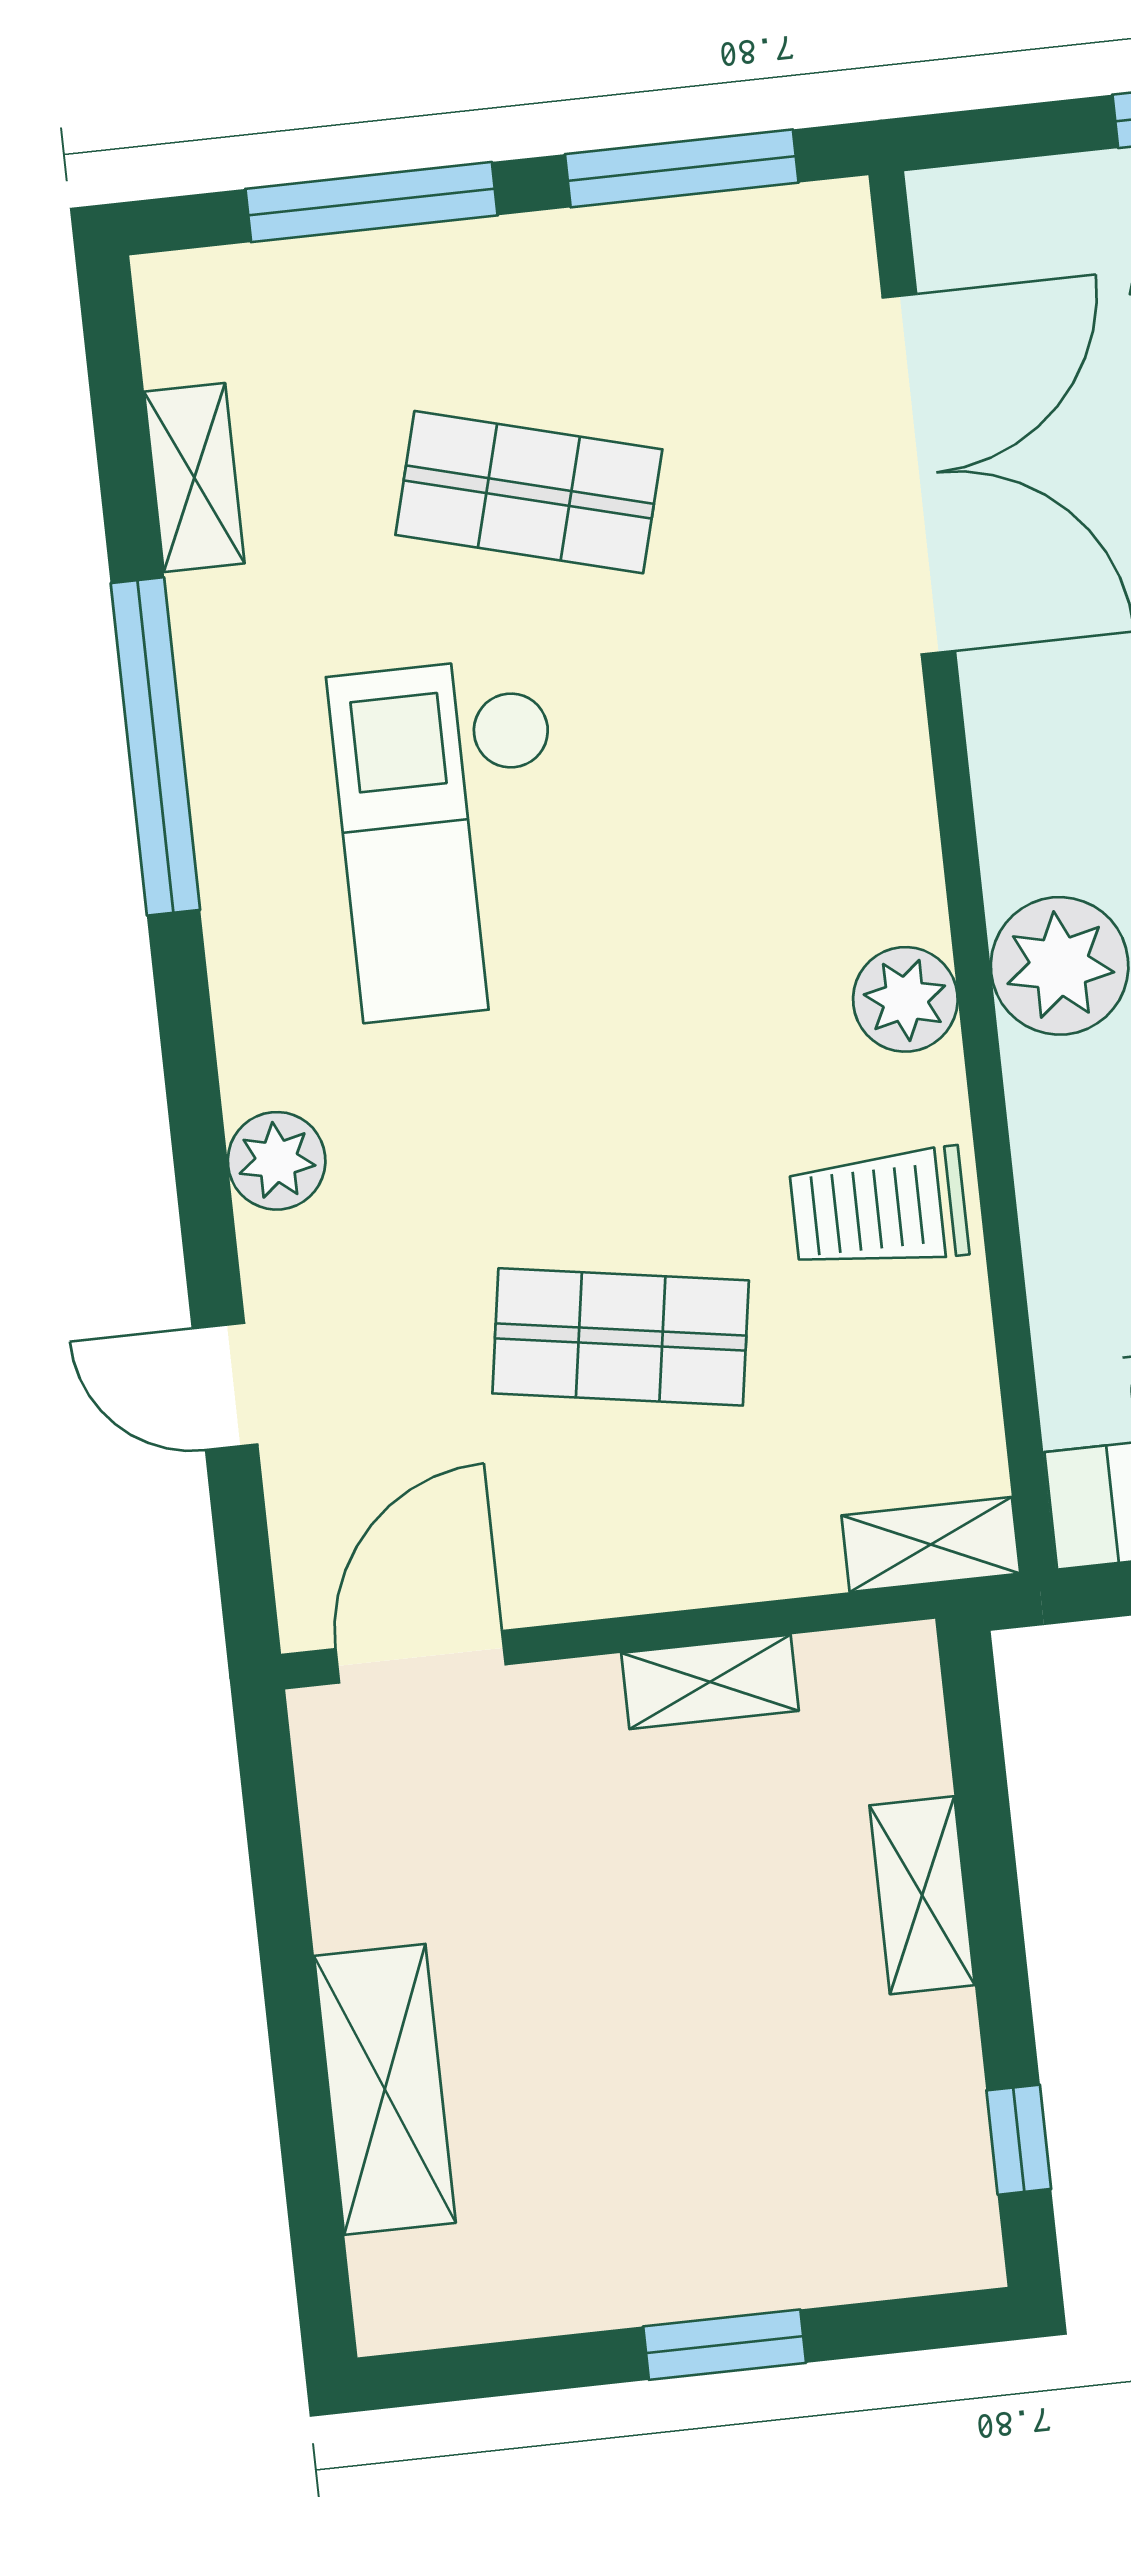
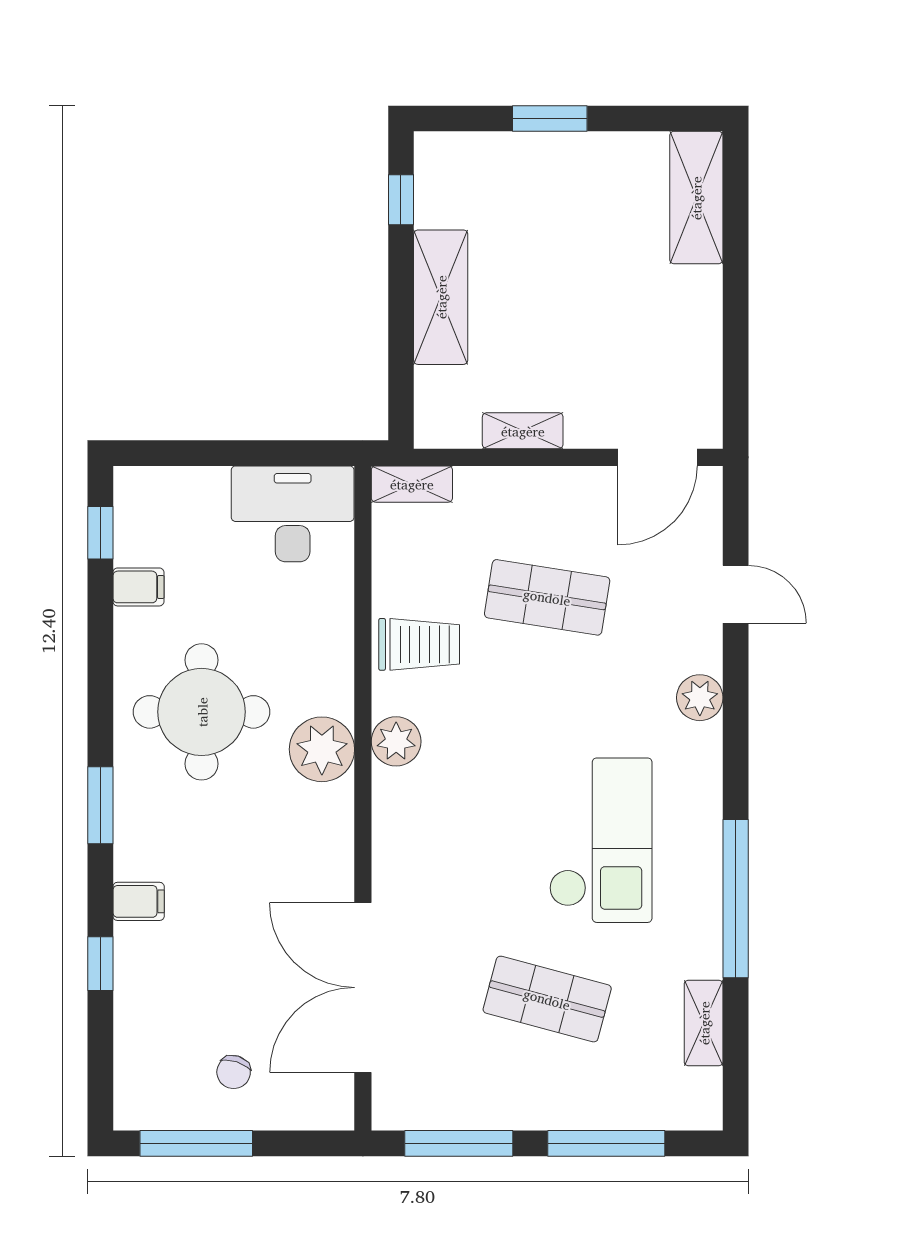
shelving: (922, 1895) -> (441, 297), width x1.50, depth x1.33
shelving: (385, 2089) -> (696, 198), moved

